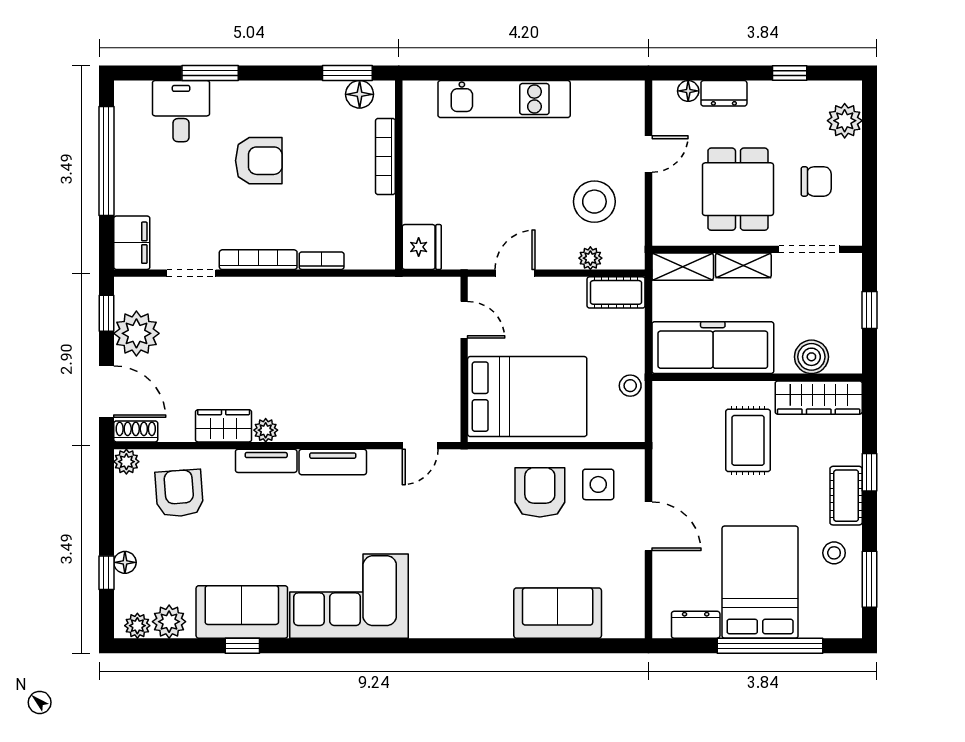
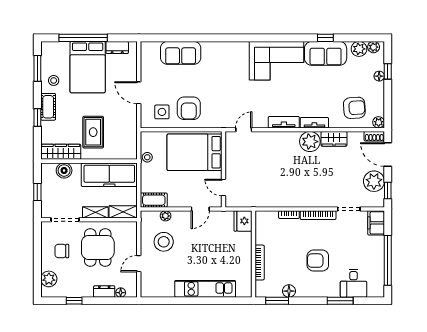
floor lamp: (360, 94) -> (289, 291), moved
plant: (266, 430) -> (310, 142), width x1.87, depth x1.87
armchair: (179, 493) -> (354, 108), turned -90

